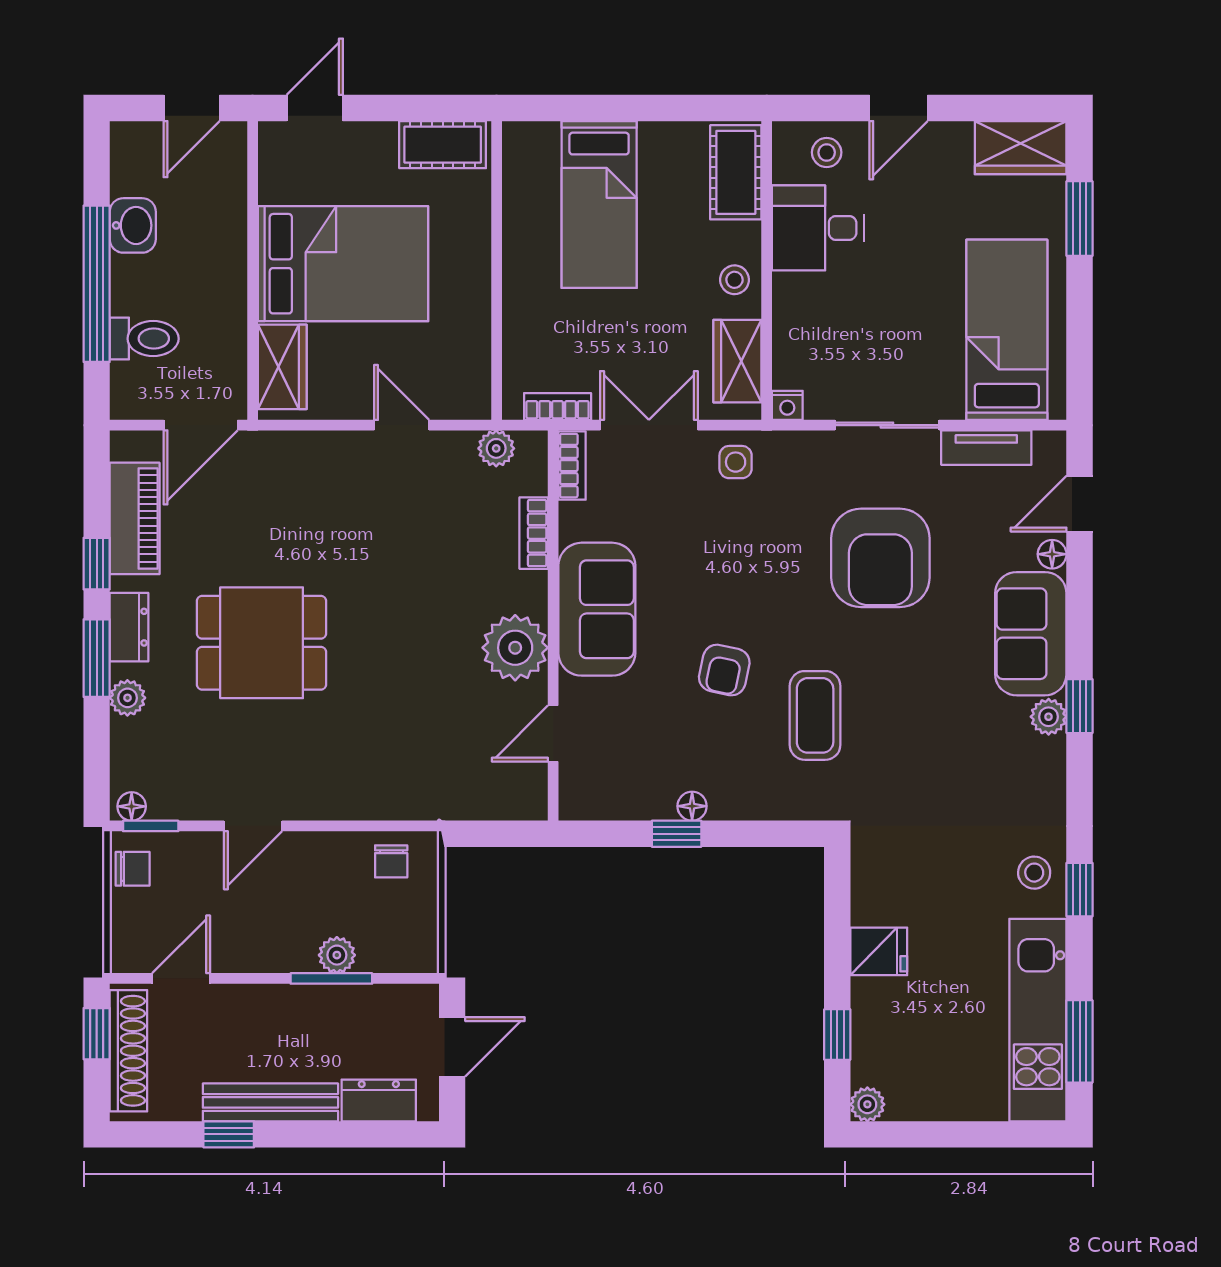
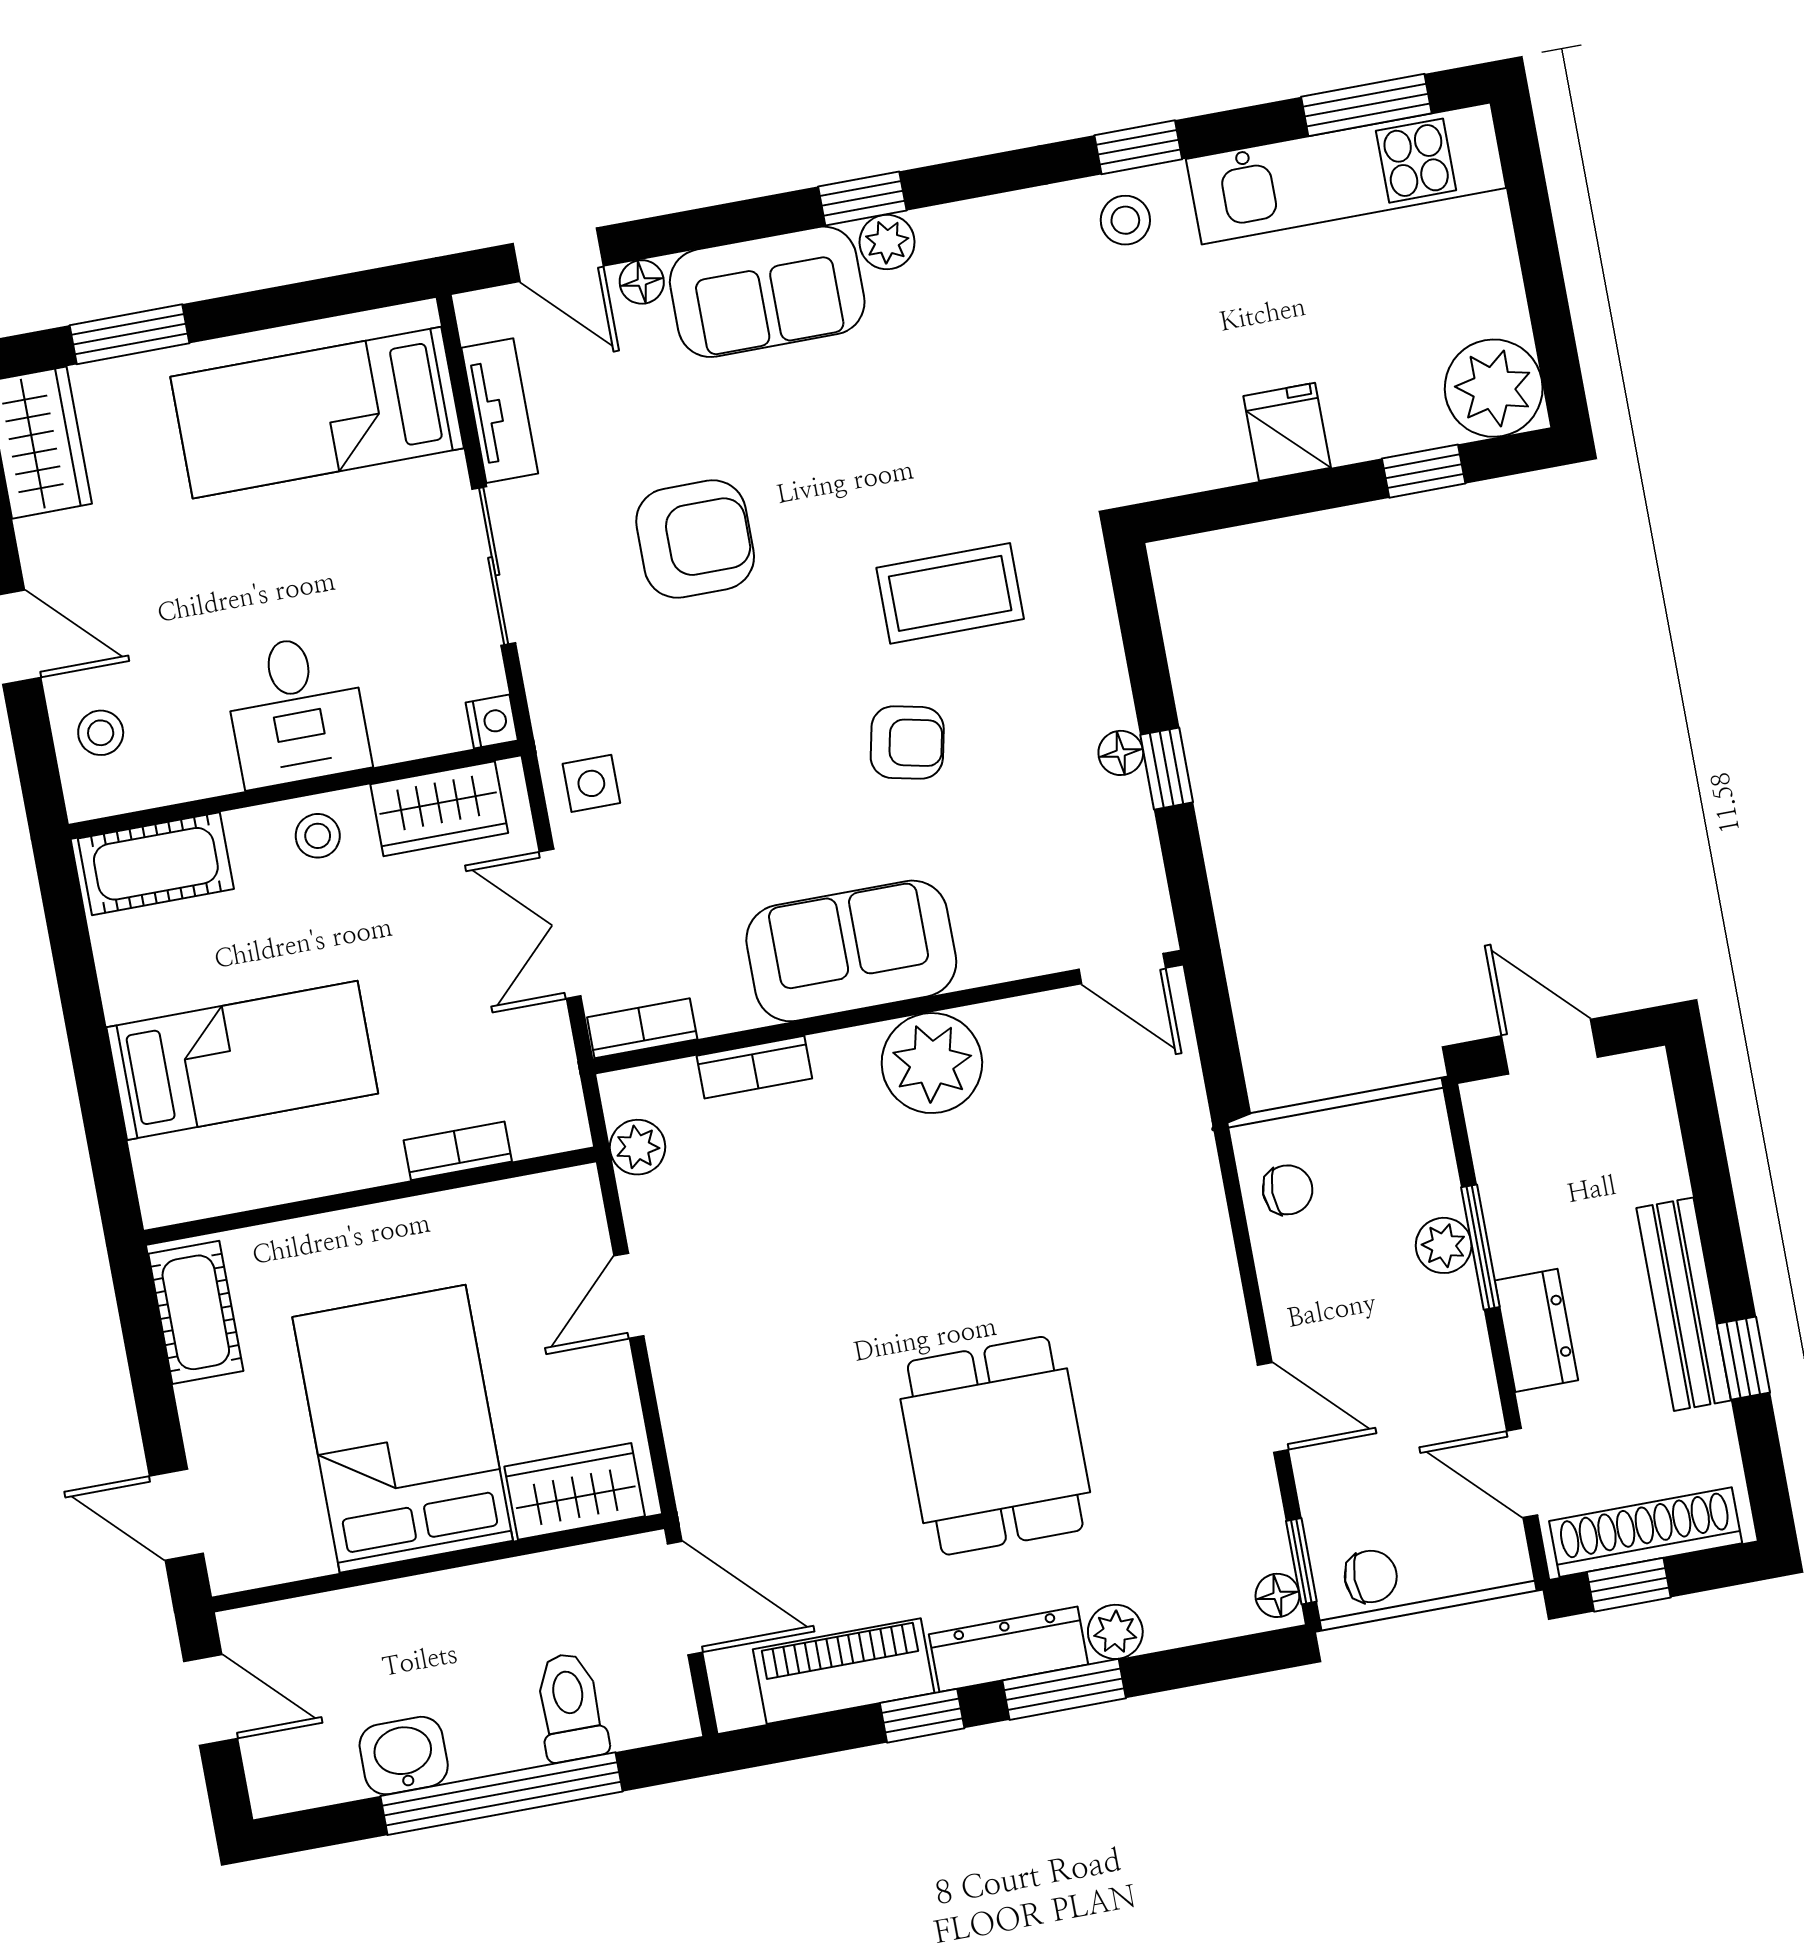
desk: (818, 228) -> (296, 710), moved
bookcase: (558, 406) -> (458, 1151), moved, turned 90
armchair: (880, 558) -> (695, 539), width x0.73, depth x0.73
dresser: (129, 627) -> (1009, 1649), width x1.44
door: (553, 734) -> (1122, 969), moved
chair: (133, 869) -> (1371, 1577), turned 90
dresser: (379, 1100) -> (1536, 1330), moved, turned 180
plant: (867, 1104) -> (1494, 388), width x1.87, depth x1.87

